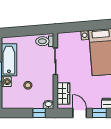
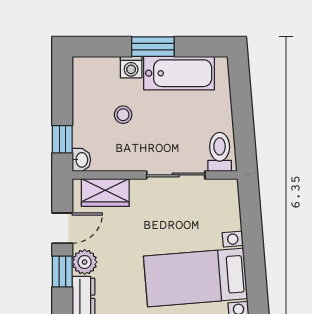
plant: (95, 103) -> (85, 262), added

